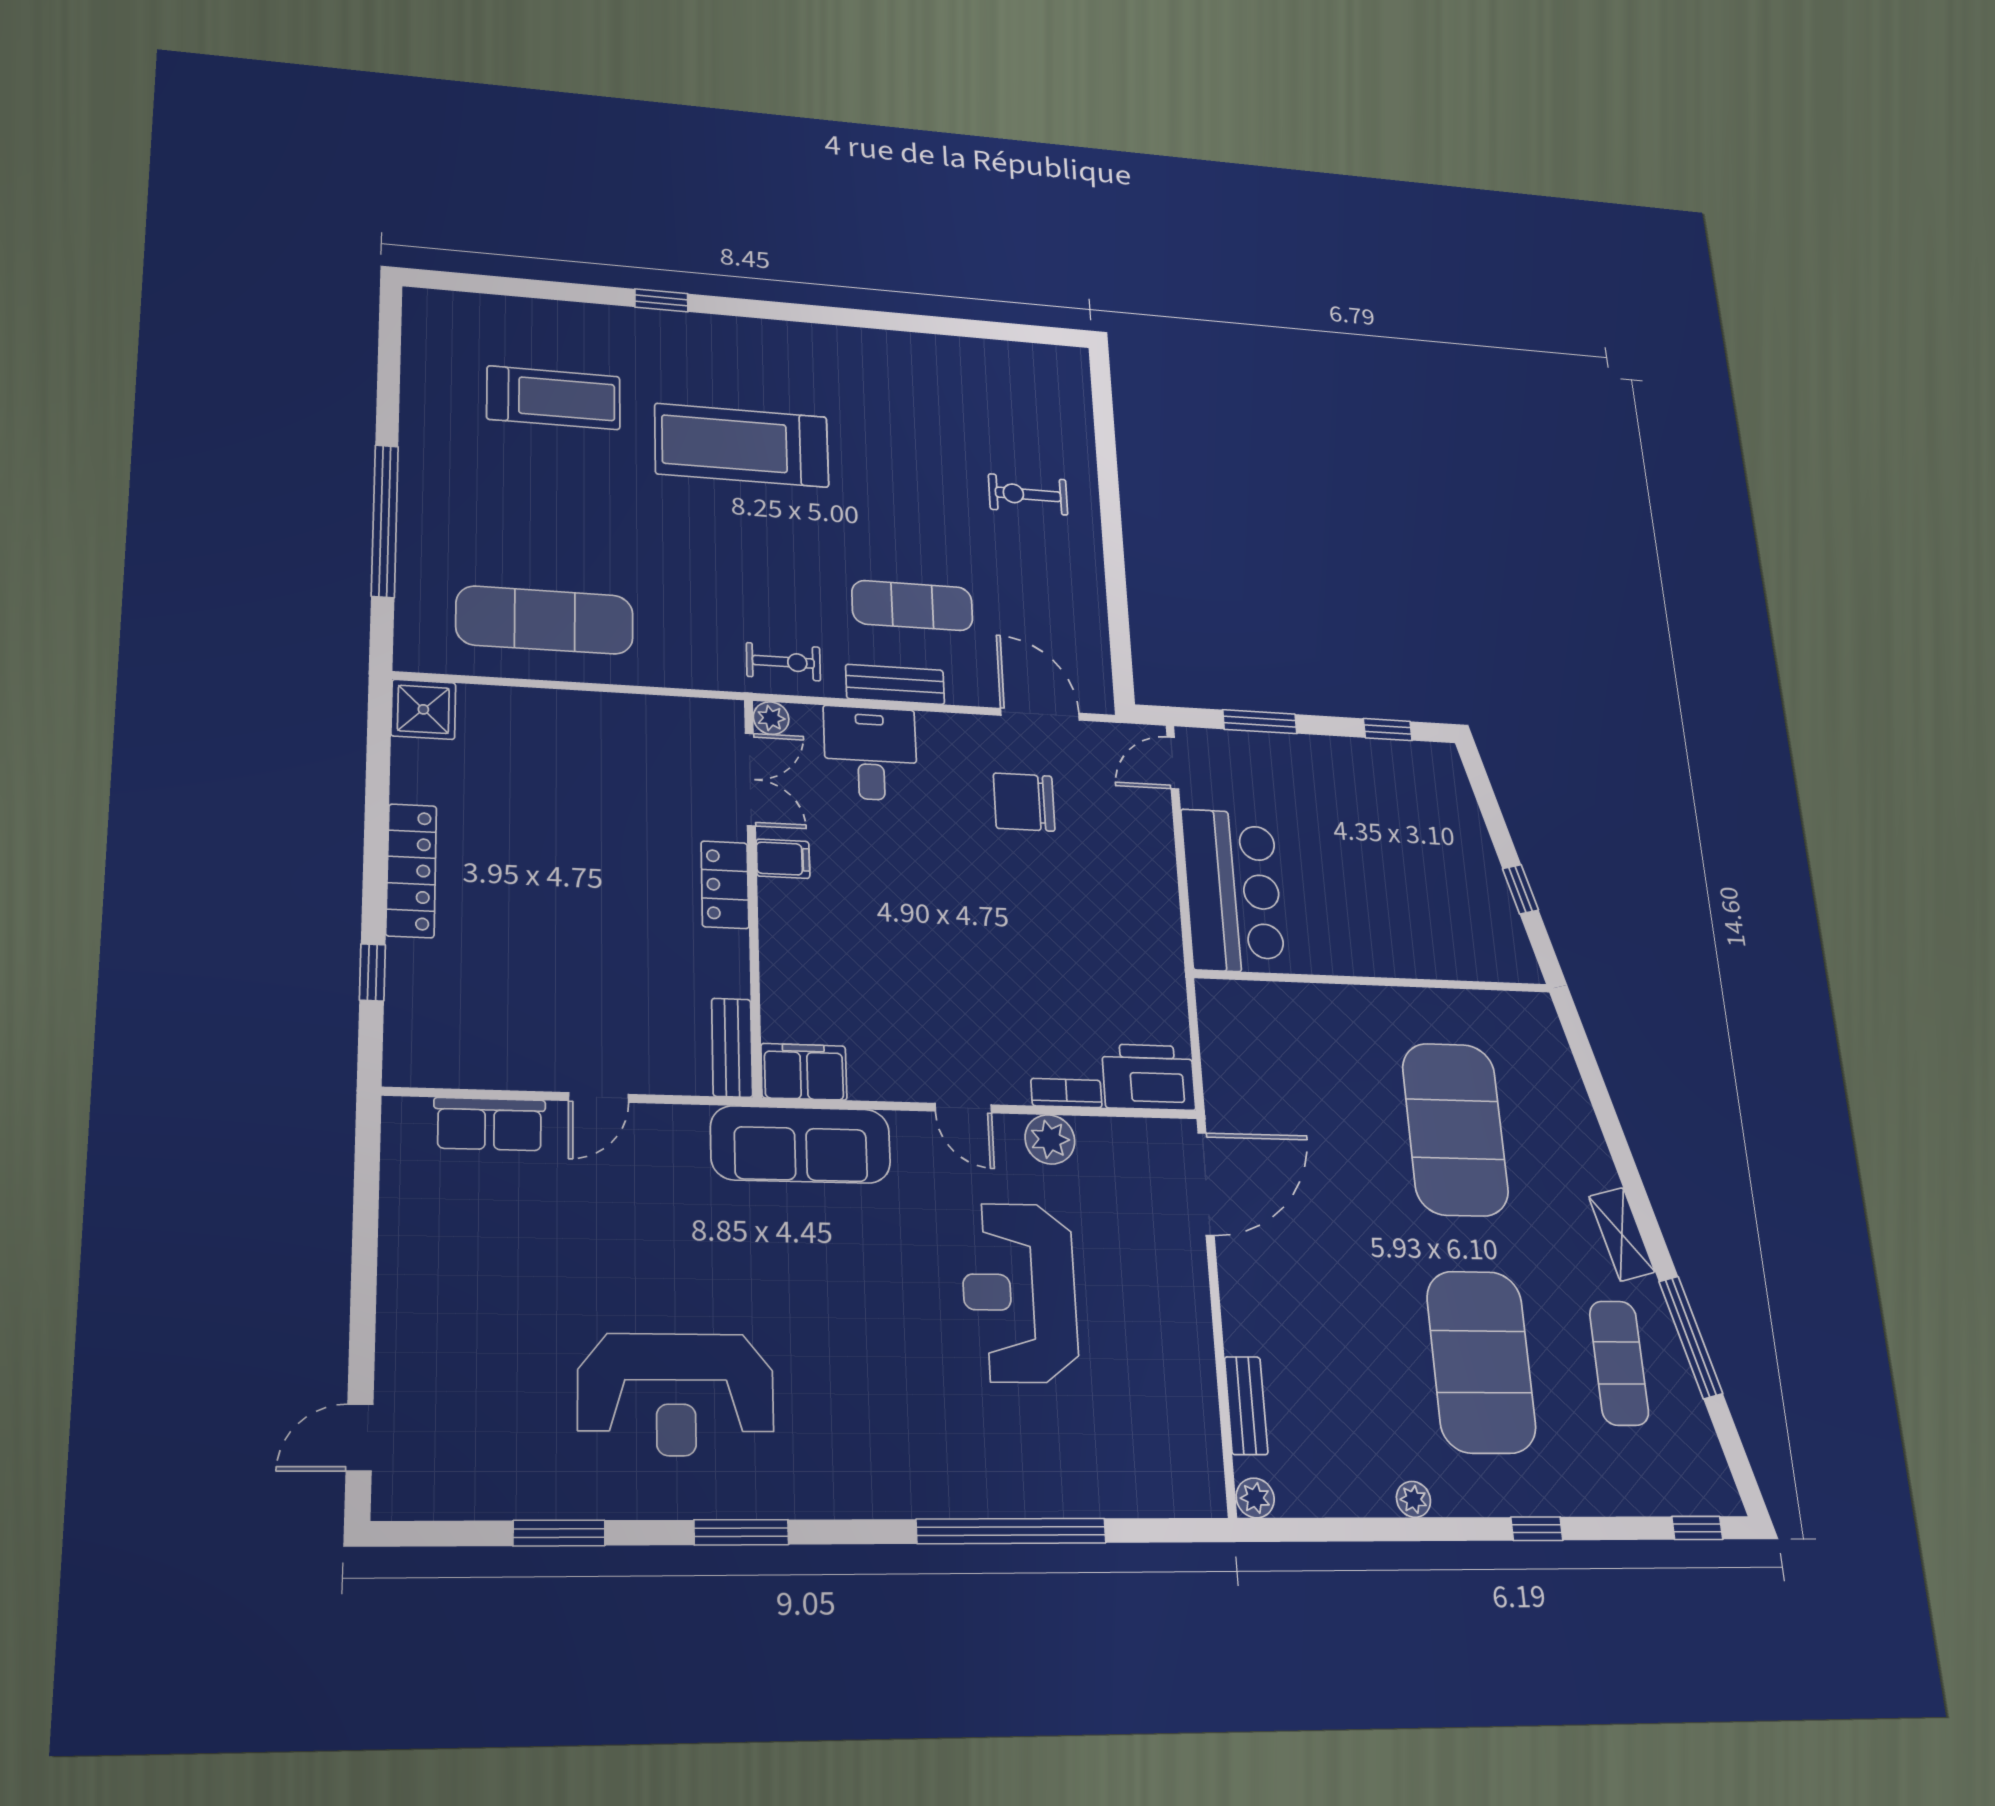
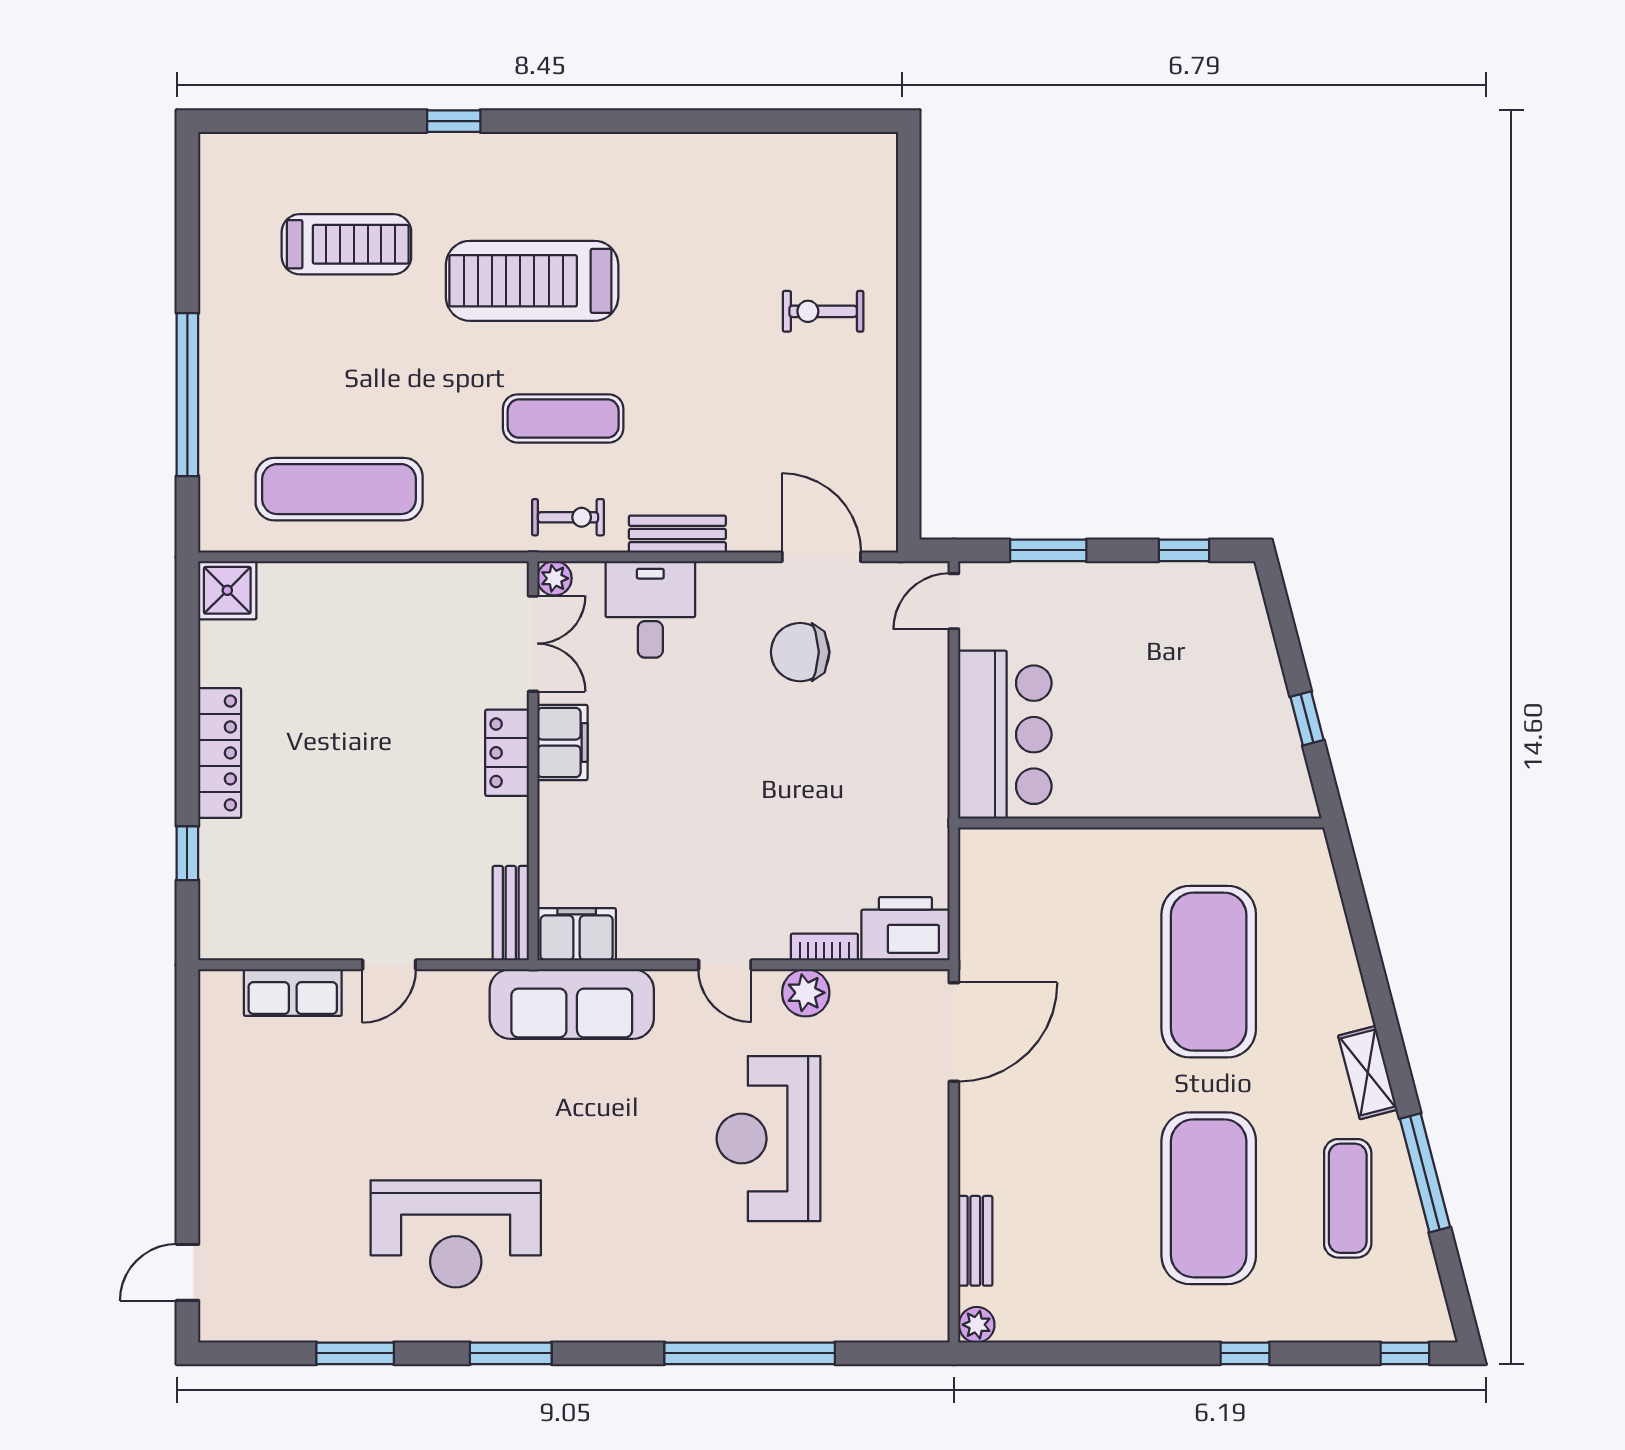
exercise mat: (912, 606) -> (563, 419), moved
filing cabinet: (783, 859) -> (562, 743), width x2.00
plant: (1413, 1499) -> (1128, 1326), removed

